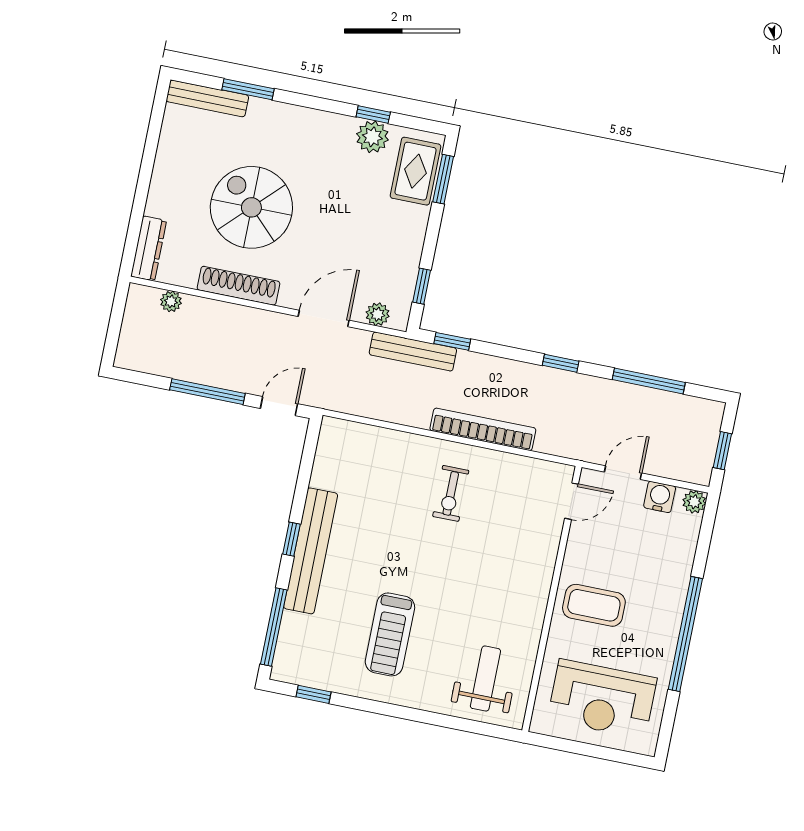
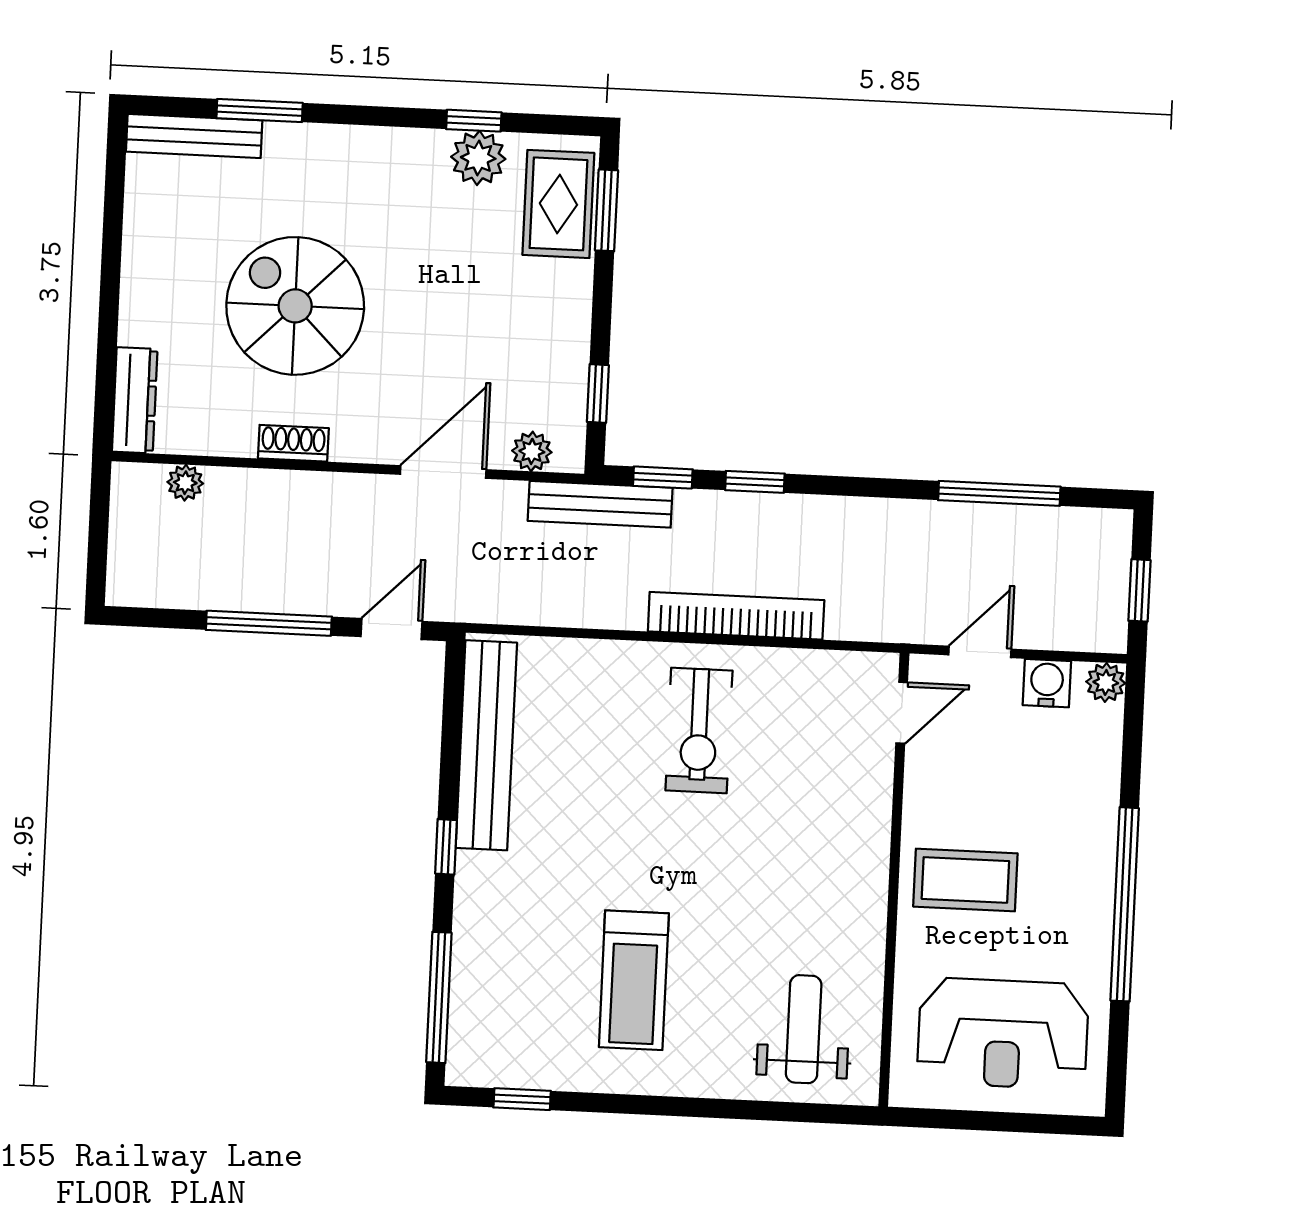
shoe rack: (239, 286) -> (293, 443), width x0.51, depth x0.81
window: (561, 363) -> (755, 482), moved
exercise bike: (451, 493) -> (699, 730), width x1.38, depth x1.39
bench: (311, 551) -> (486, 745), moved

